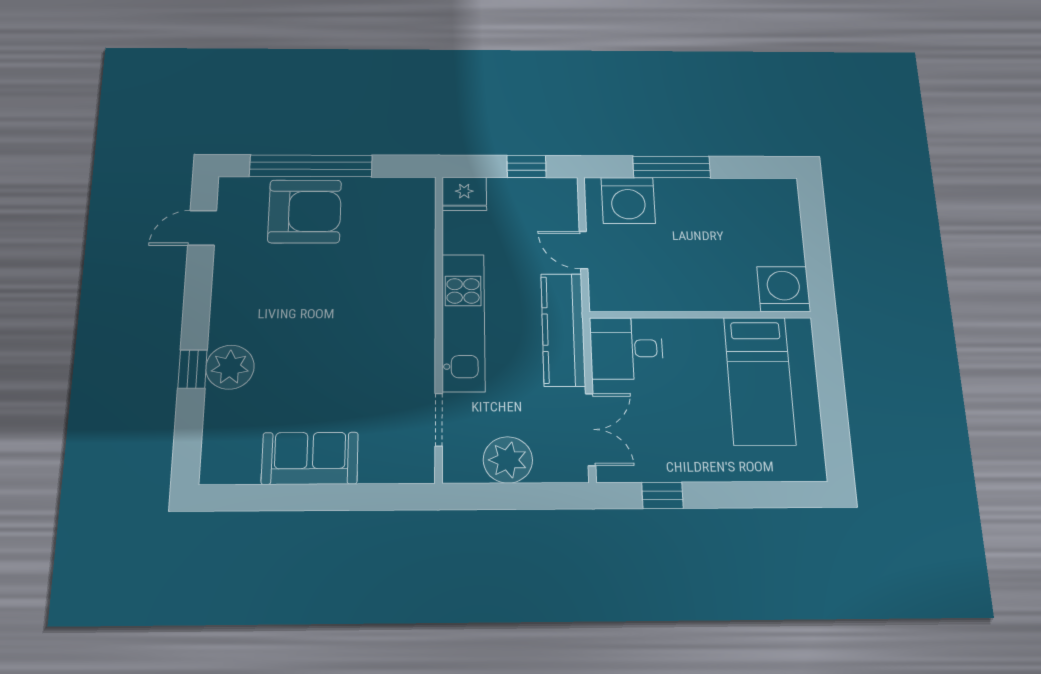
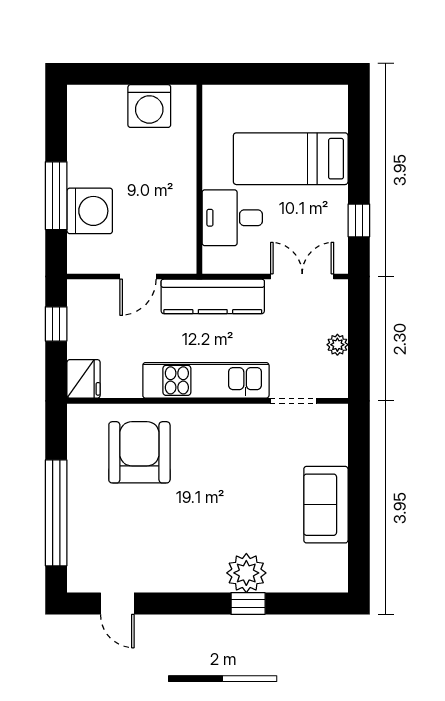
washing machine: (628, 200) -> (90, 211), moved
armchair: (305, 211) -> (139, 452), moved
washing machine: (784, 289) -> (149, 106), moved, turned -90
desk: (626, 348) -> (232, 218), moved, turned 90
bed: (759, 381) -> (291, 159), moved, turned 180
plant: (508, 460) -> (337, 345), width x0.53, depth x0.53

